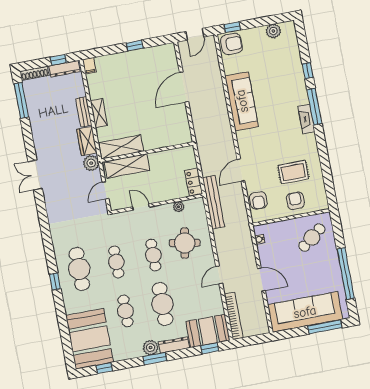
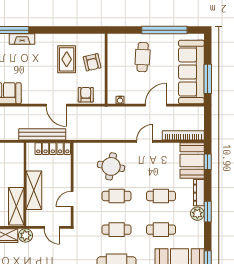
shelving: (127, 166) -> (34, 190), moved
locker: (194, 182) -> (53, 149), width x1.53
armchair: (258, 200) -> (86, 95), turned -90
armchair: (295, 201) -> (92, 62), turned -103
bench: (214, 202) -> (42, 134), moved
plant: (179, 207) -> (78, 166), removed
cafe table: (312, 238) -> (143, 57), moved, turned 41
door: (219, 275) -> (145, 141), swing flipped
cafe table: (162, 304) -> (161, 196), width x0.73, depth x0.74
window: (325, 327) -> (208, 79), moved

